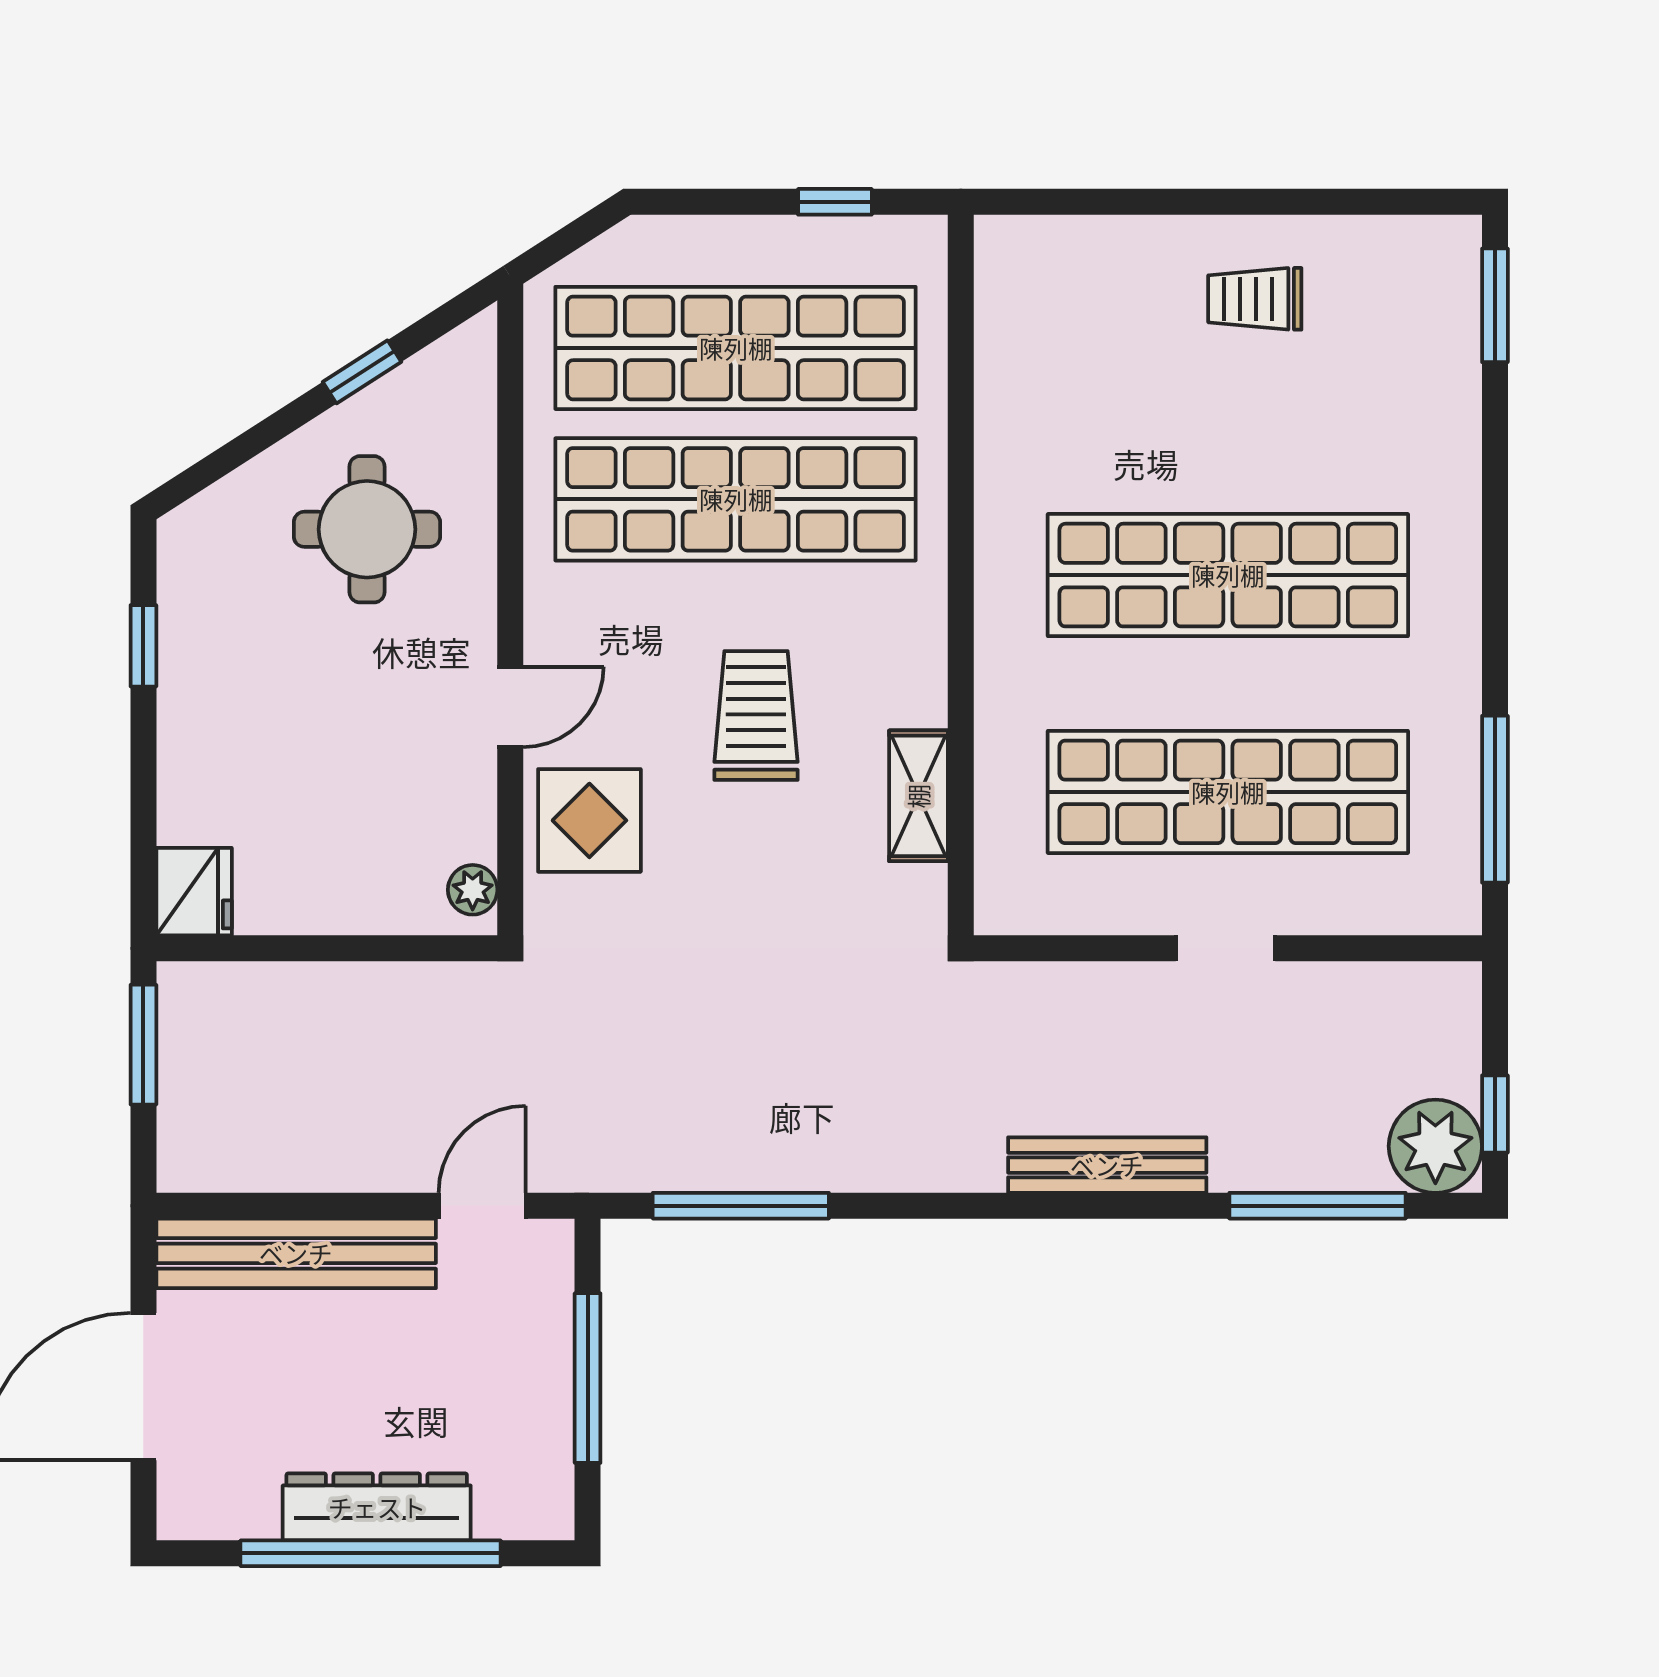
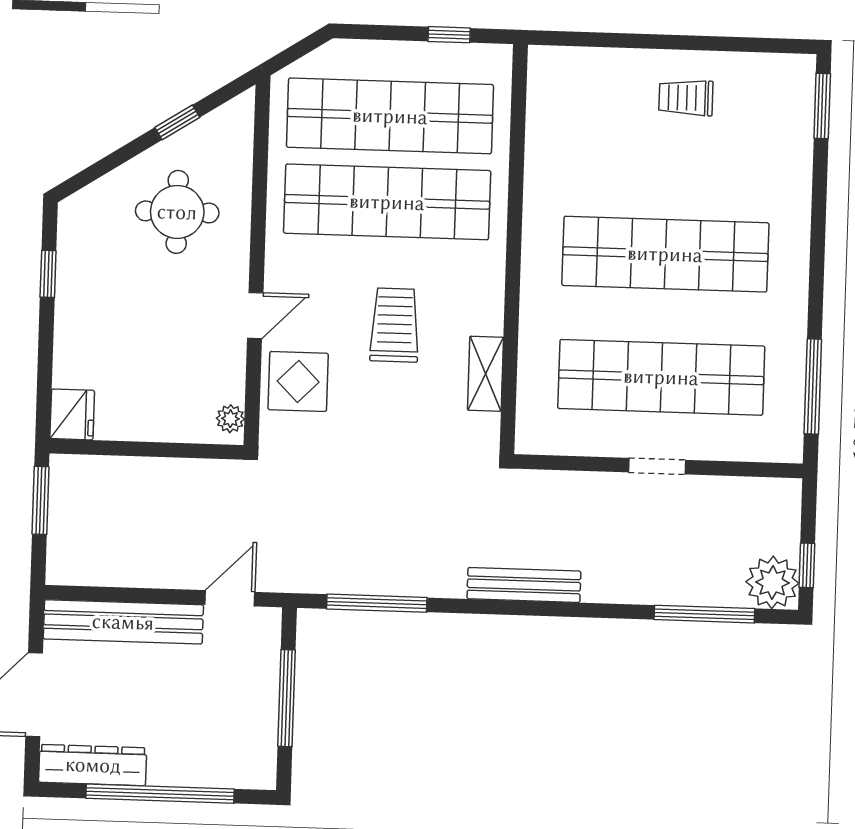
bench: (1107, 1165) -> (524, 585), moved
dresser: (377, 1507) -> (93, 765), moved

